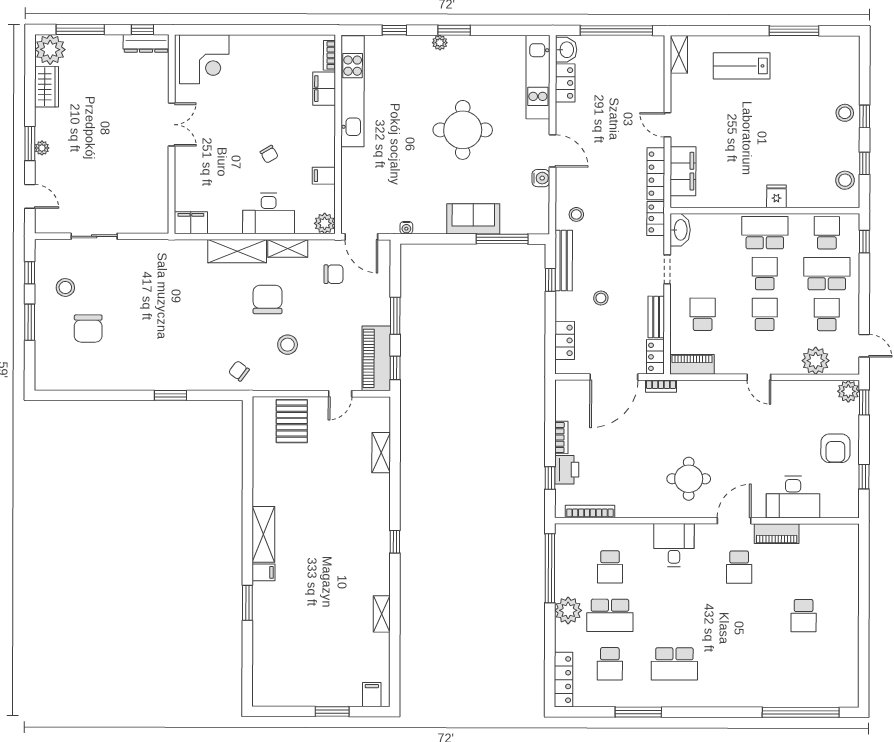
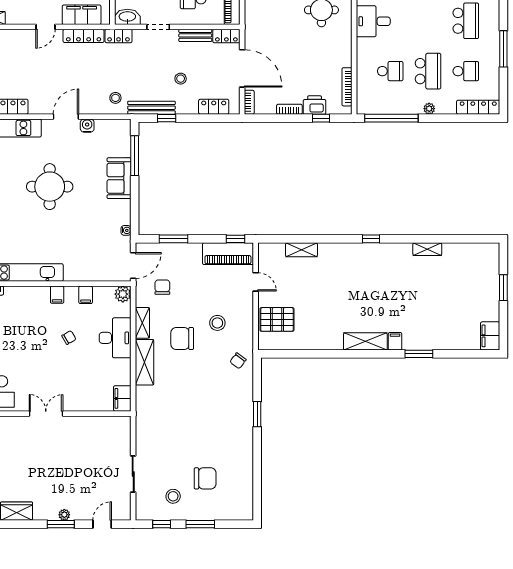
filing cabinet: (324, 89) -> (57, 295), moved, width x0.50
window: (395, 316) -> (174, 239), moved
bookcase: (661, 386) -> (249, 102), moved
plant: (568, 610) -> (429, 109), width x0.53, depth x0.53
filing cabinet: (372, 695) -> (490, 336), moved, width x2.00

